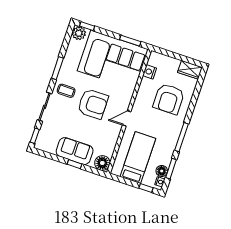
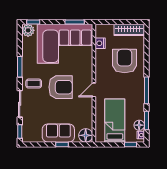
wardrobe: (190, 70) -> (129, 30), width x1.50
armchair: (169, 99) -> (125, 61), turned 180

